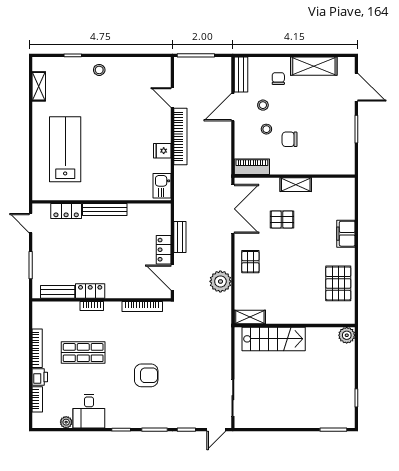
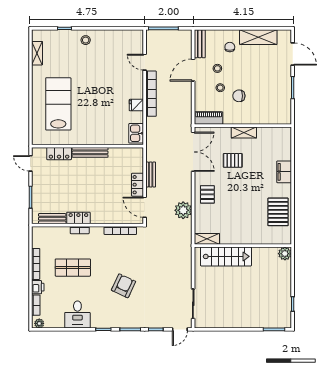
armchair: (146, 375) -> (123, 286), turned -65
plant: (66, 422) -> (39, 323), moved

